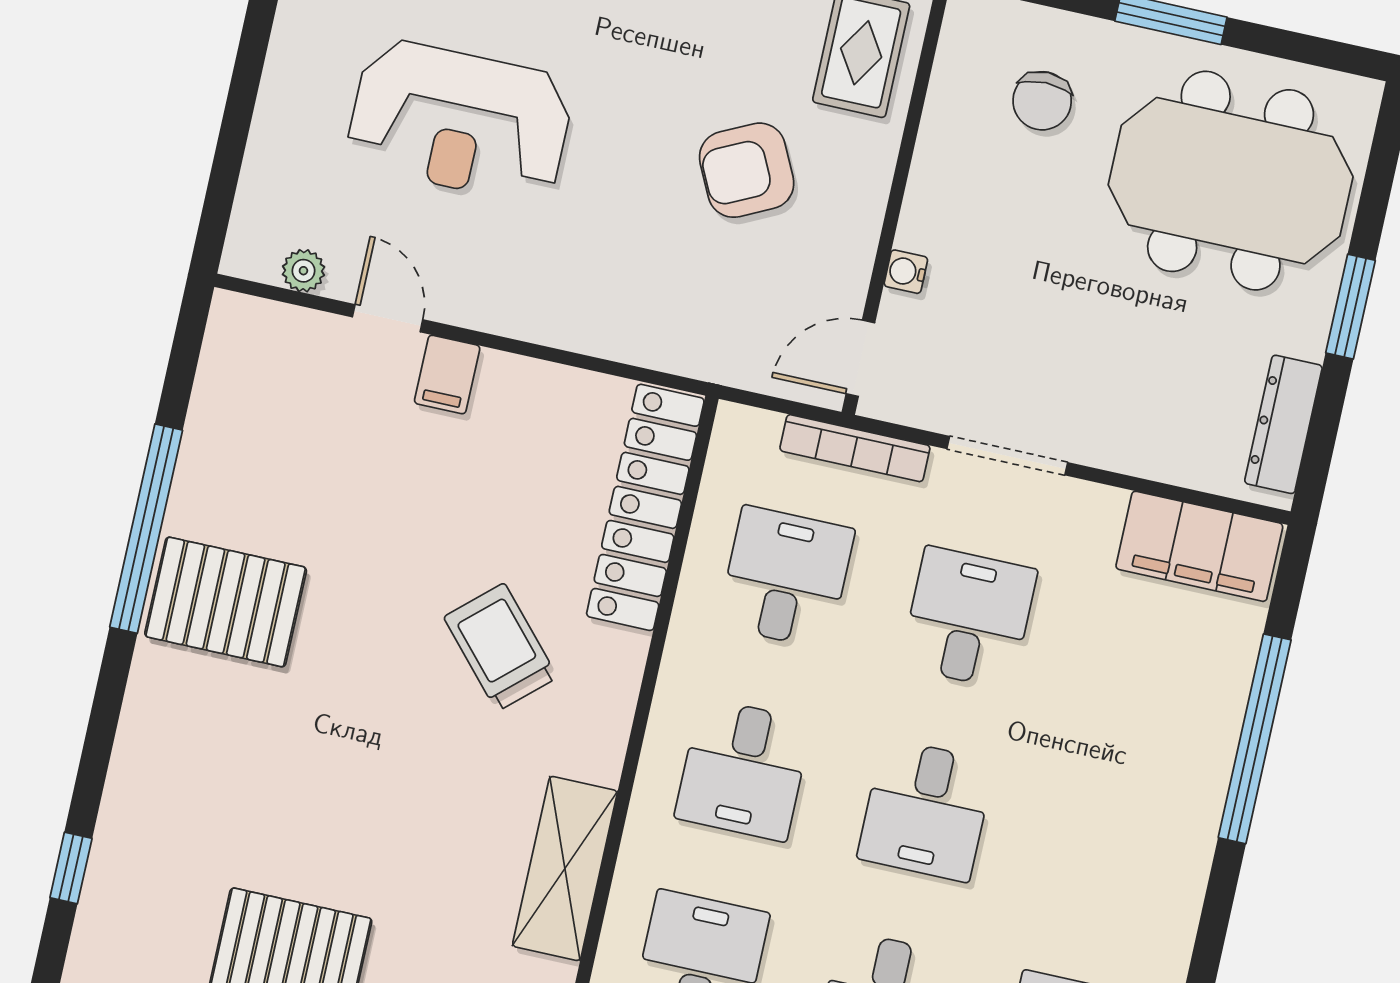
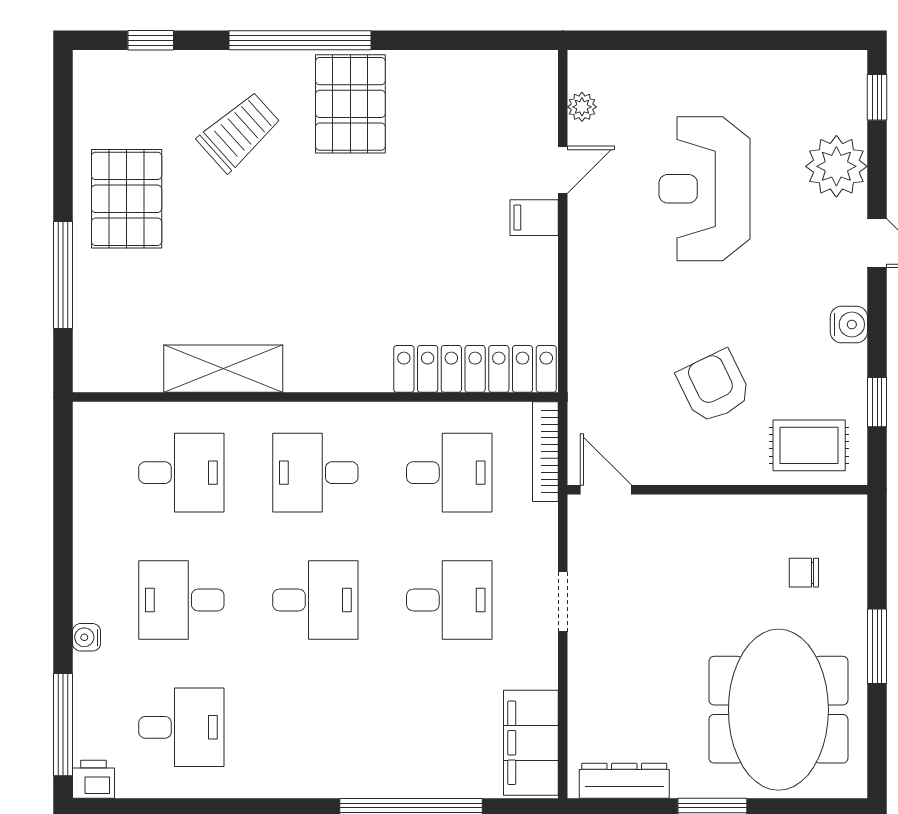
chair: (1042, 101) -> (804, 573), width x0.73, depth x0.73
water cooler: (906, 272) -> (670, 507), removed
bookcase: (855, 448) -> (545, 452), moved
doorway: (1007, 456) -> (563, 602), width x0.73
window: (146, 529) -> (300, 40), moved
trolley: (501, 647) -> (239, 132), moved
desk: (926, 810) -> (315, 600), turned 180

